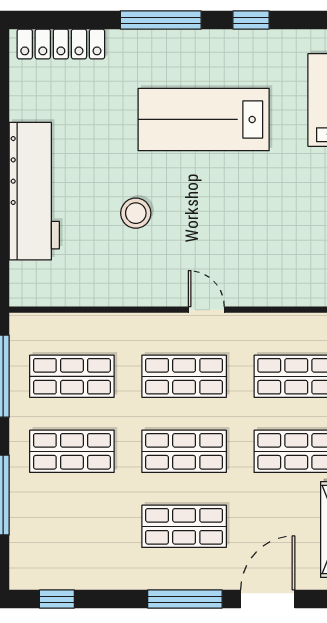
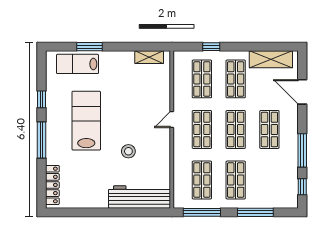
lab bench: (204, 119) -> (86, 121), turned 180
workbench: (34, 191) -> (140, 197), moved
window: (185, 599) -> (302, 150), moved

